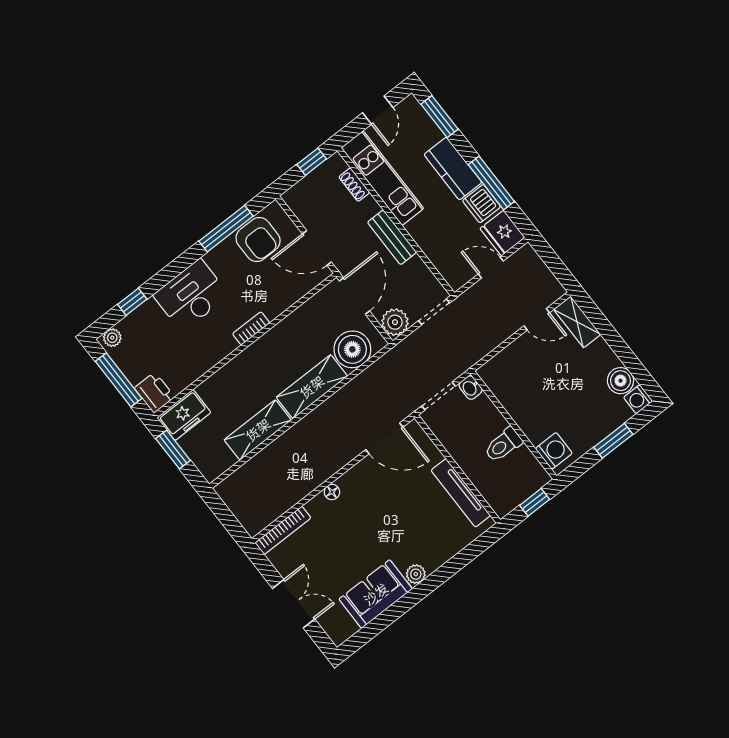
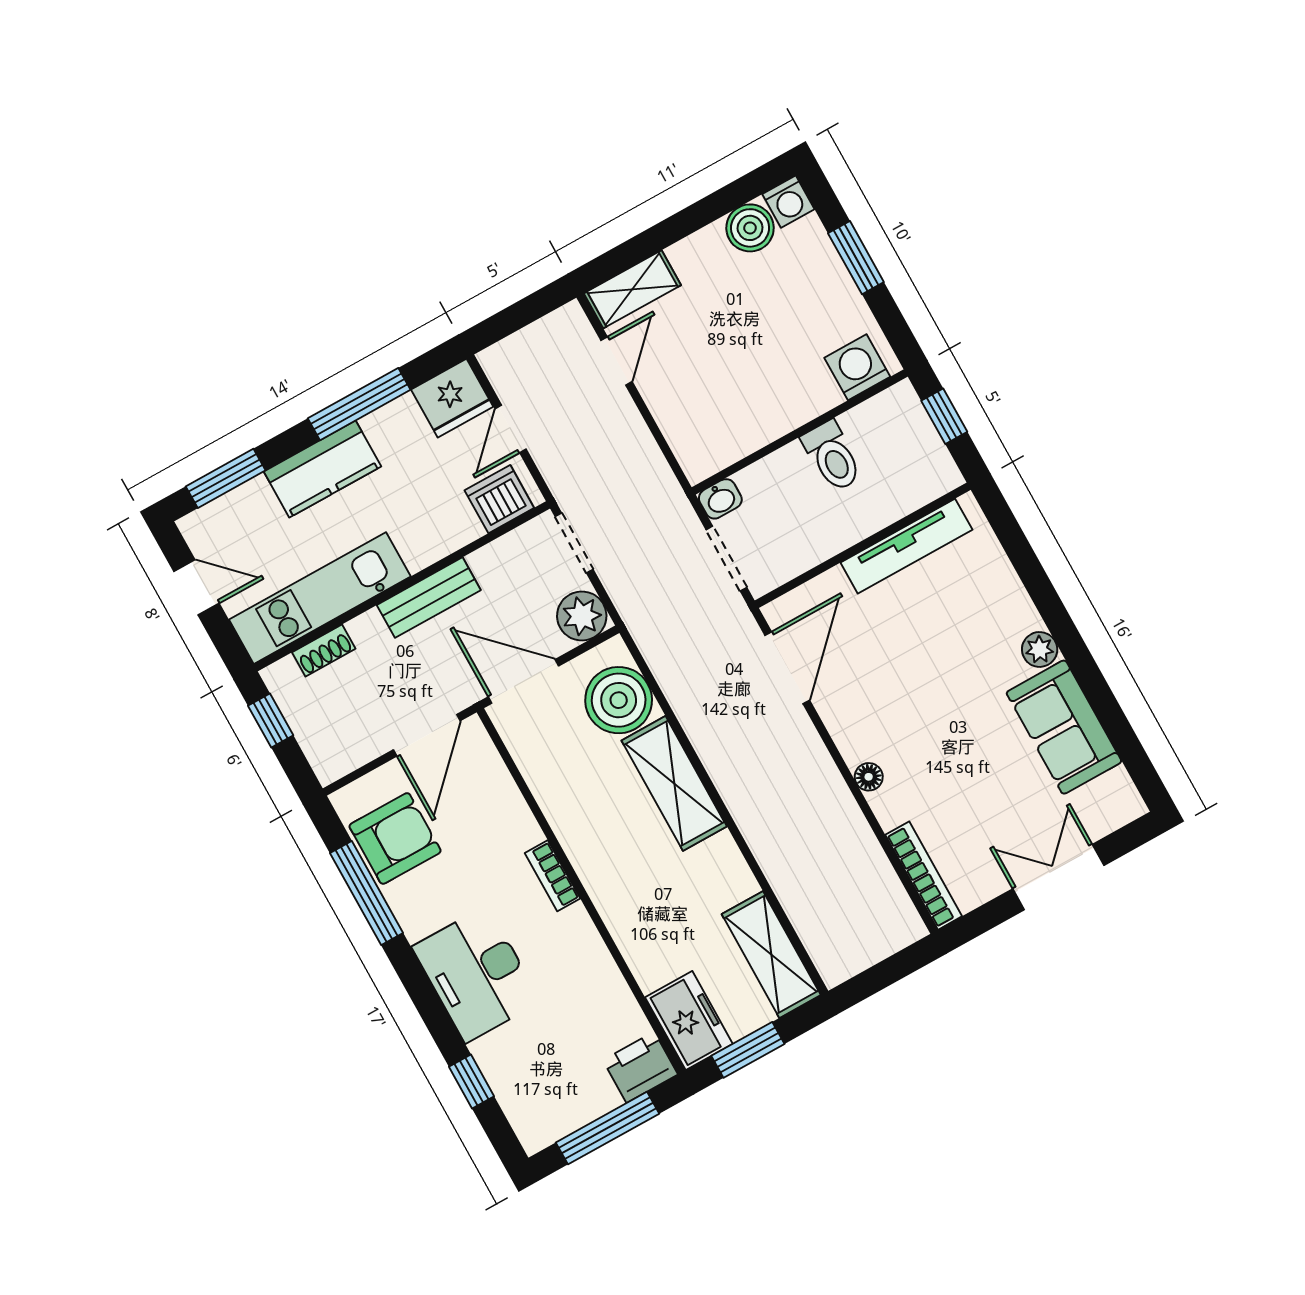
dishwasher: (482, 204) -> (499, 499), moved, turned 180
plant: (112, 338) -> (530, 1128), removed
shelving: (258, 430) -> (771, 955), moved

